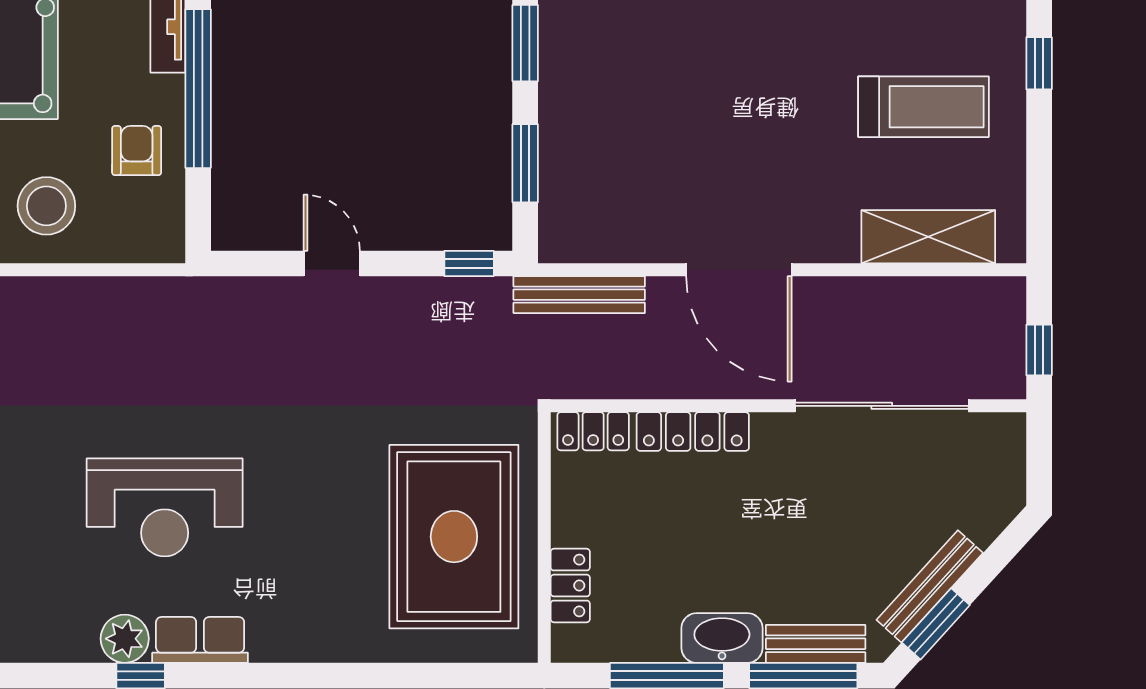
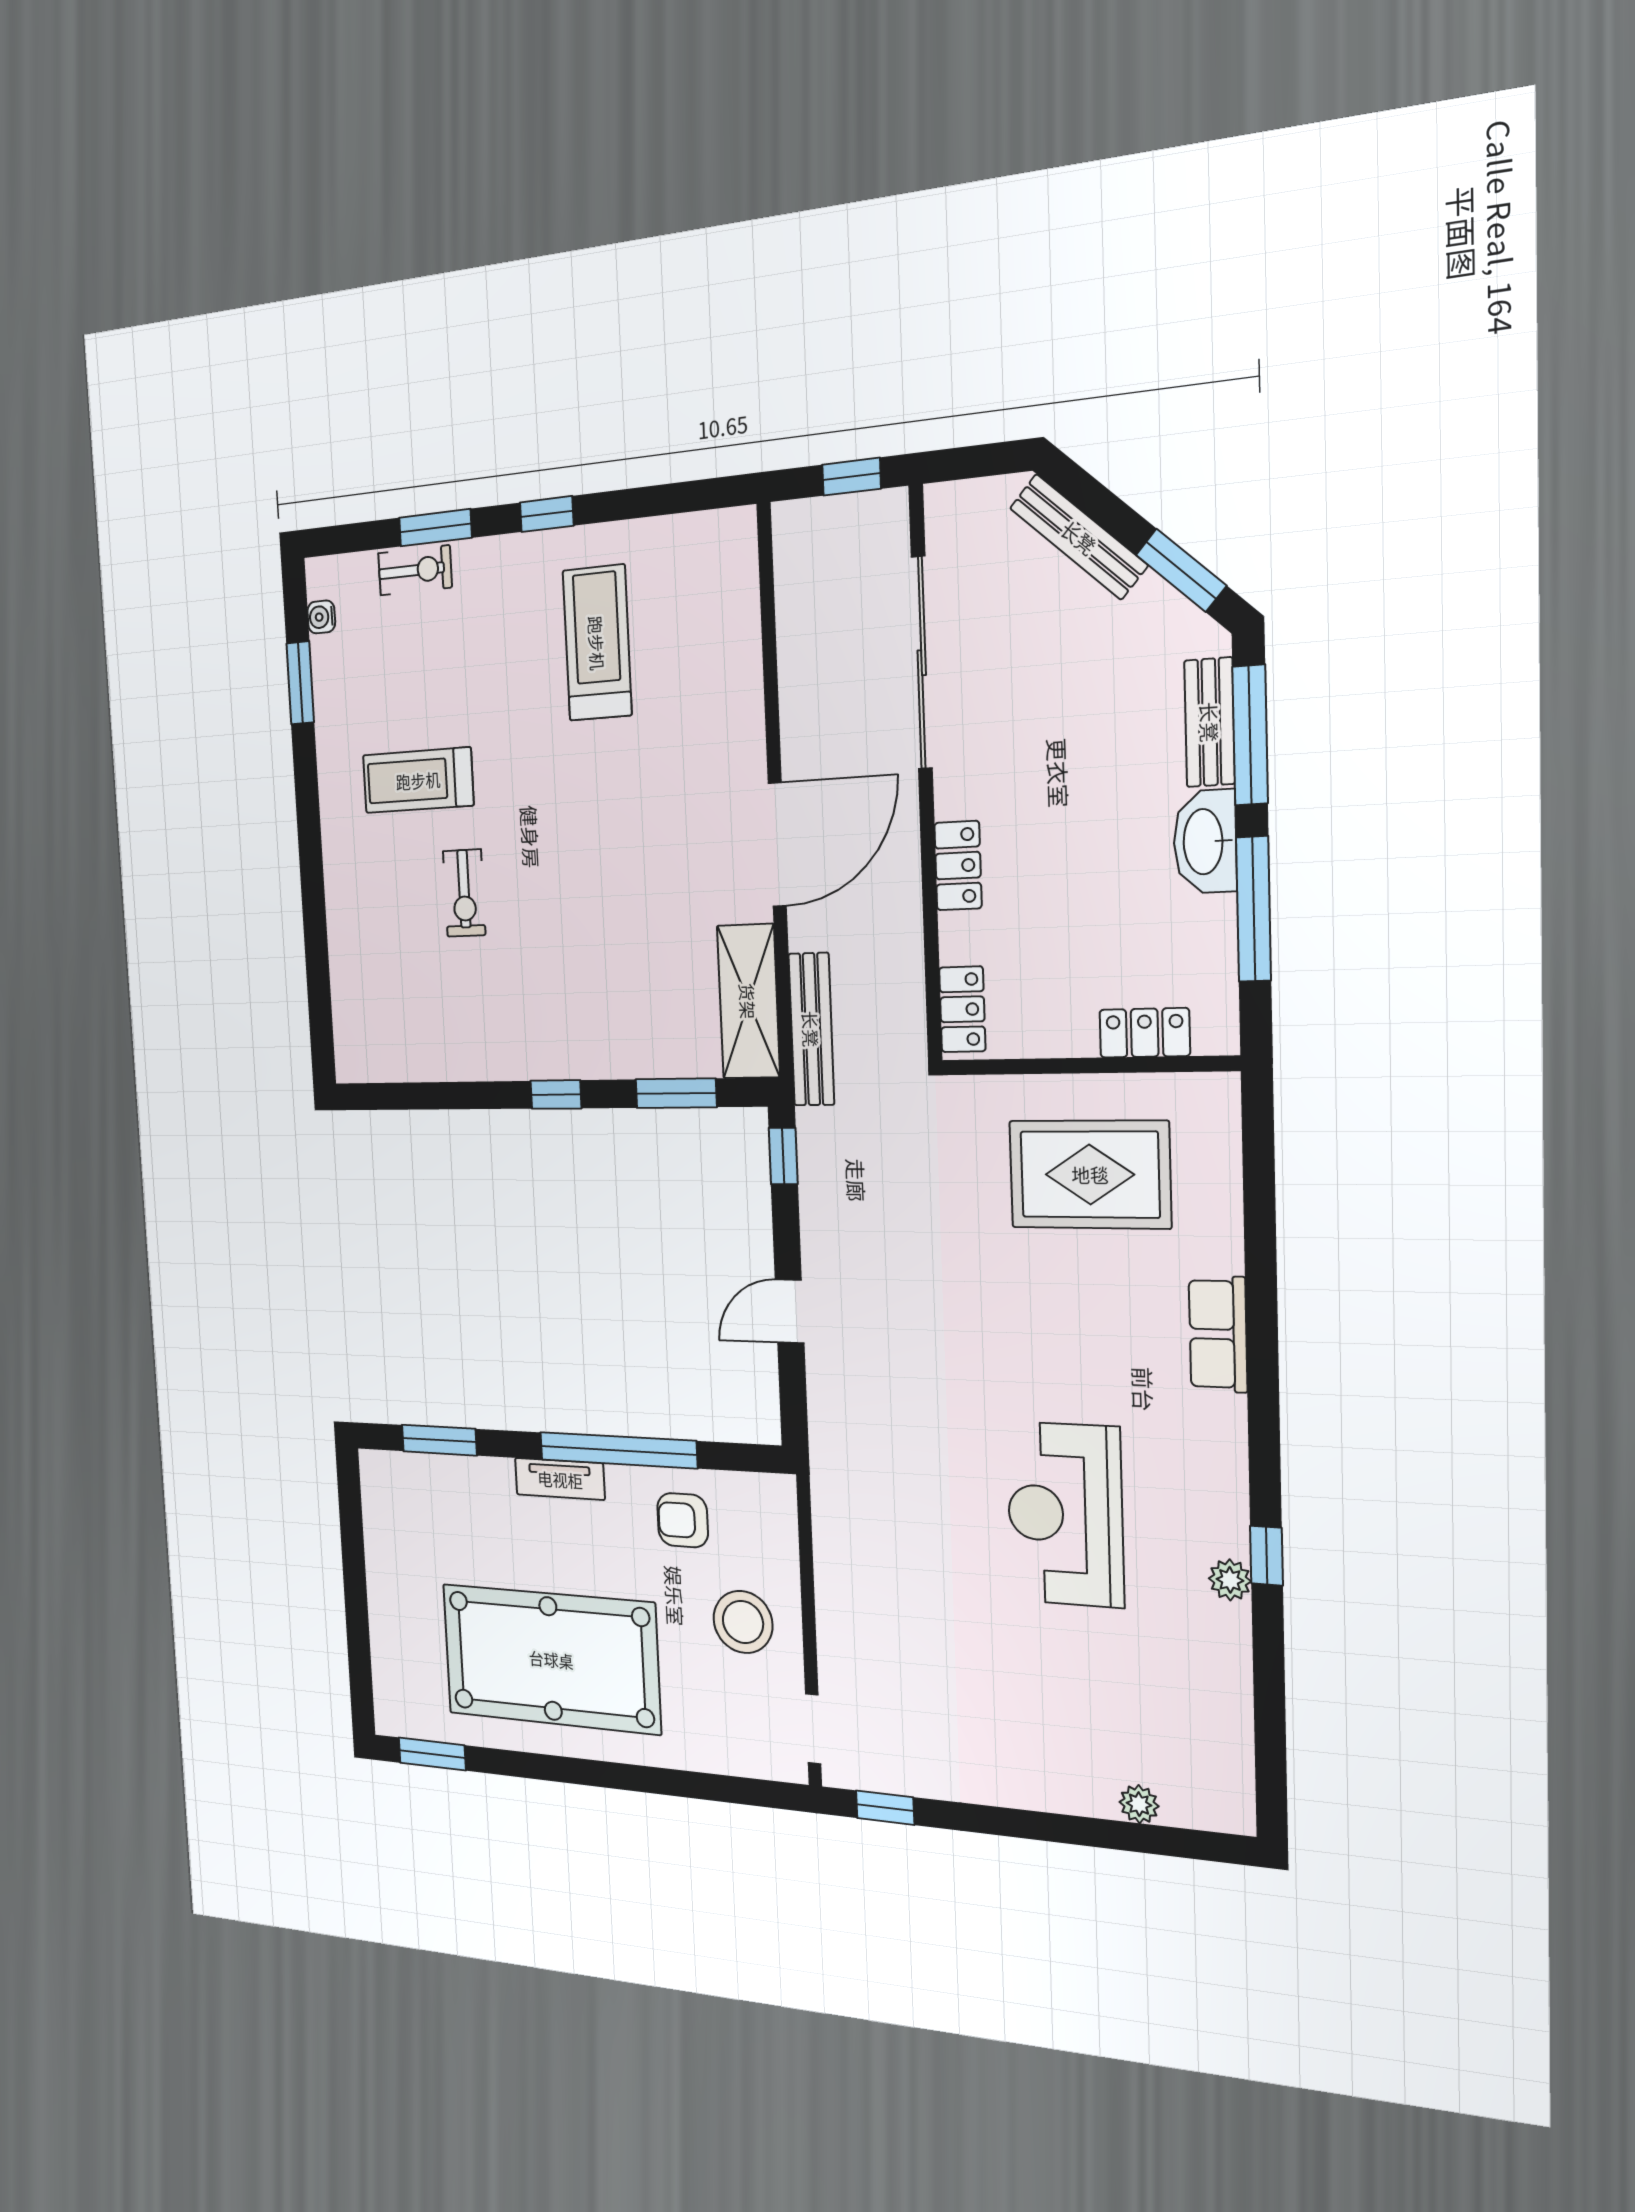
window: (525, 43) -> (556, 1095), width x0.67
shelving: (928, 237) -> (748, 1001), moved
locker: (693, 432) -> (958, 866), width x0.66
reception desk: (165, 507) -> (1065, 1514), turned 180
rug: (454, 537) -> (1090, 1174), width x0.73, depth x0.69
bench: (930, 586) -> (1079, 537), moved
plant: (125, 639) -> (1230, 1580), width x0.73, depth x0.73
row of seats: (200, 640) -> (1218, 1334), moved

